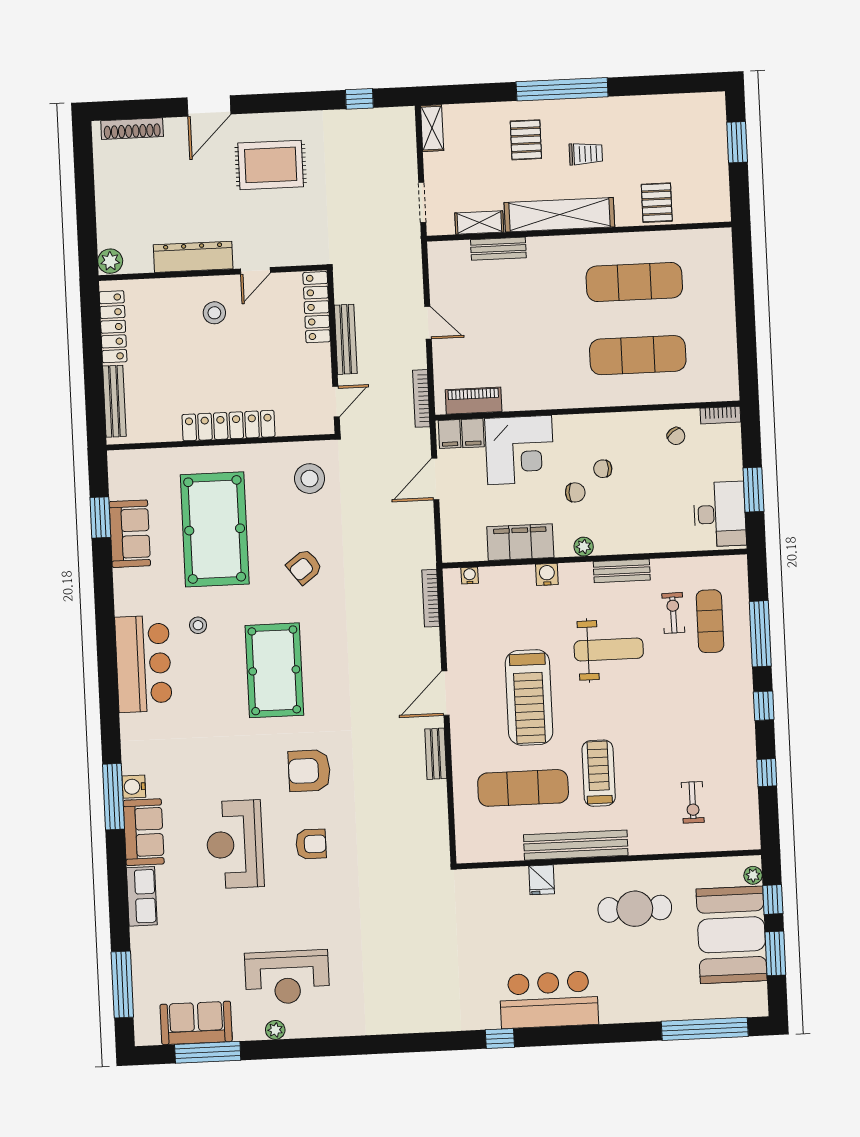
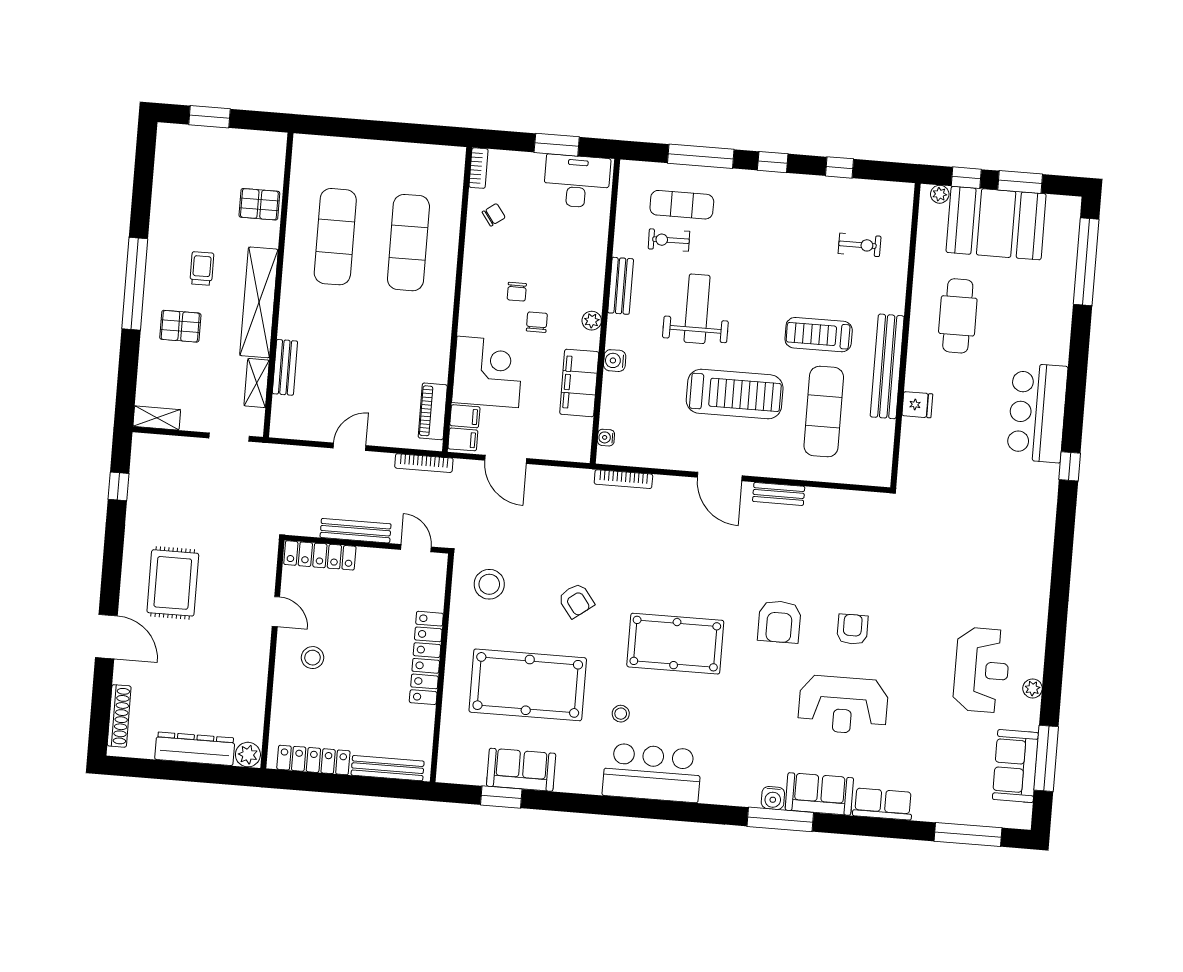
dresser: (193, 257) -> (195, 749), moved, turned 90

